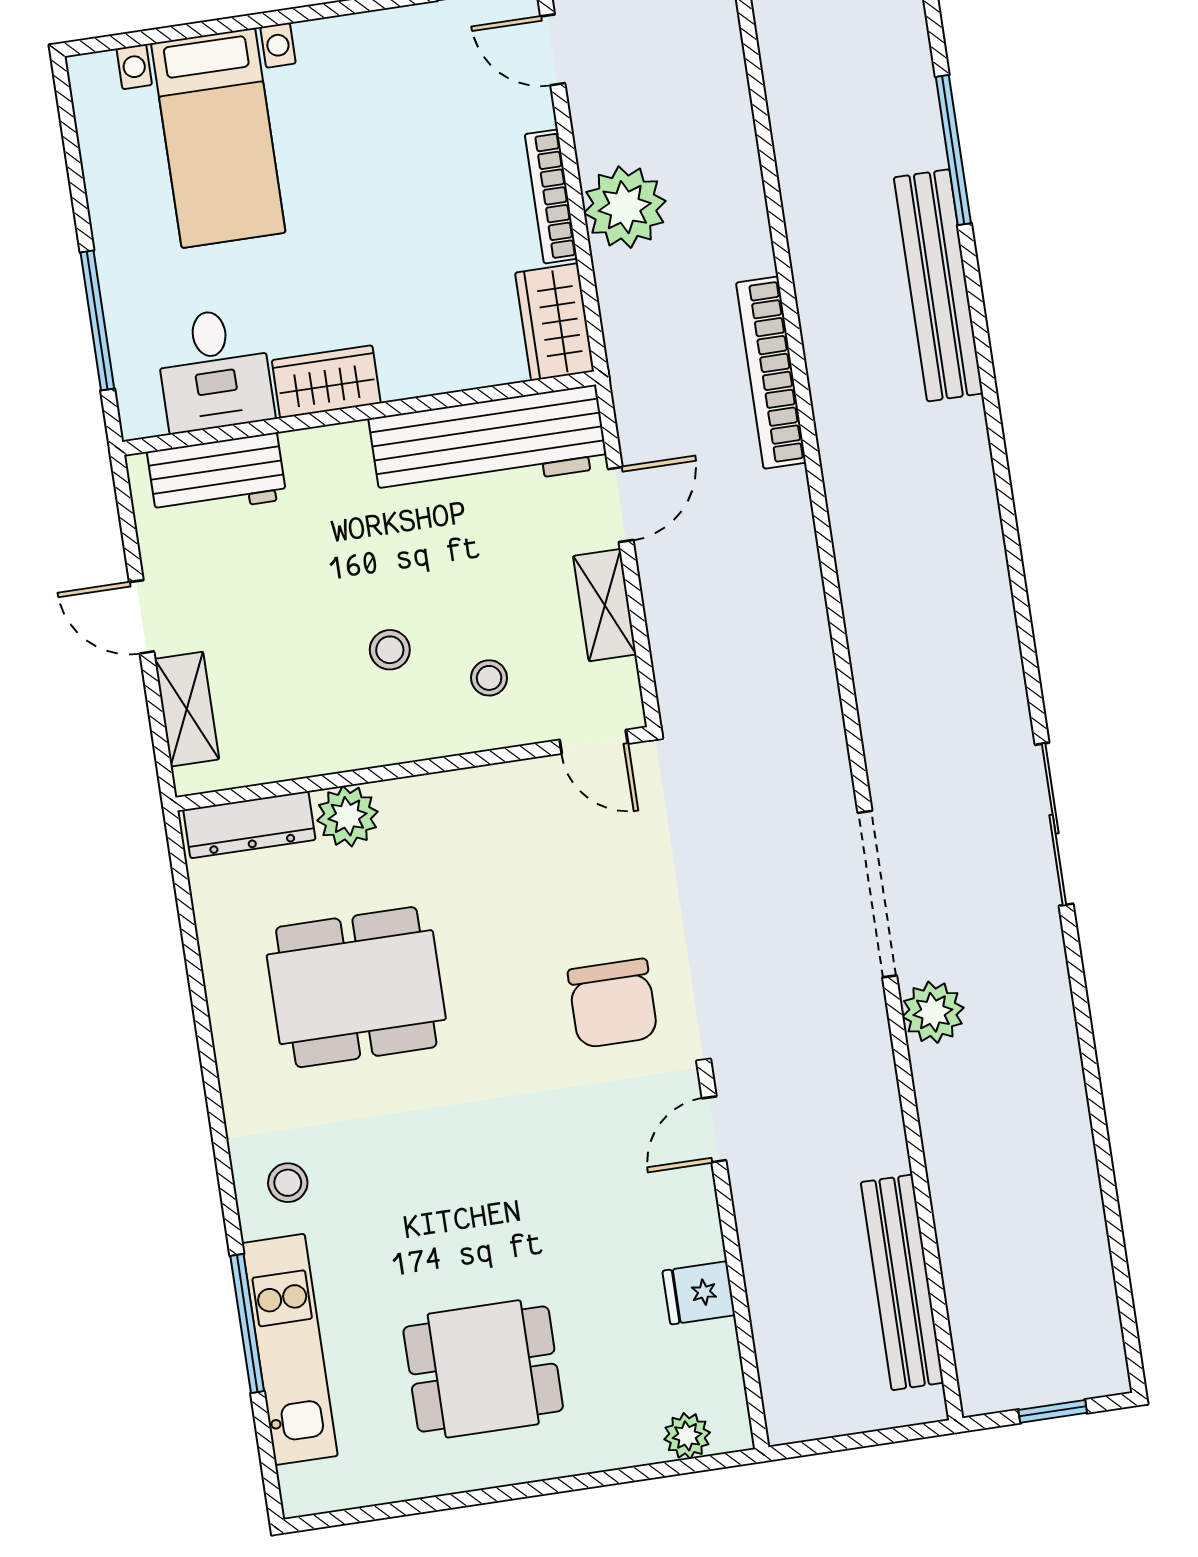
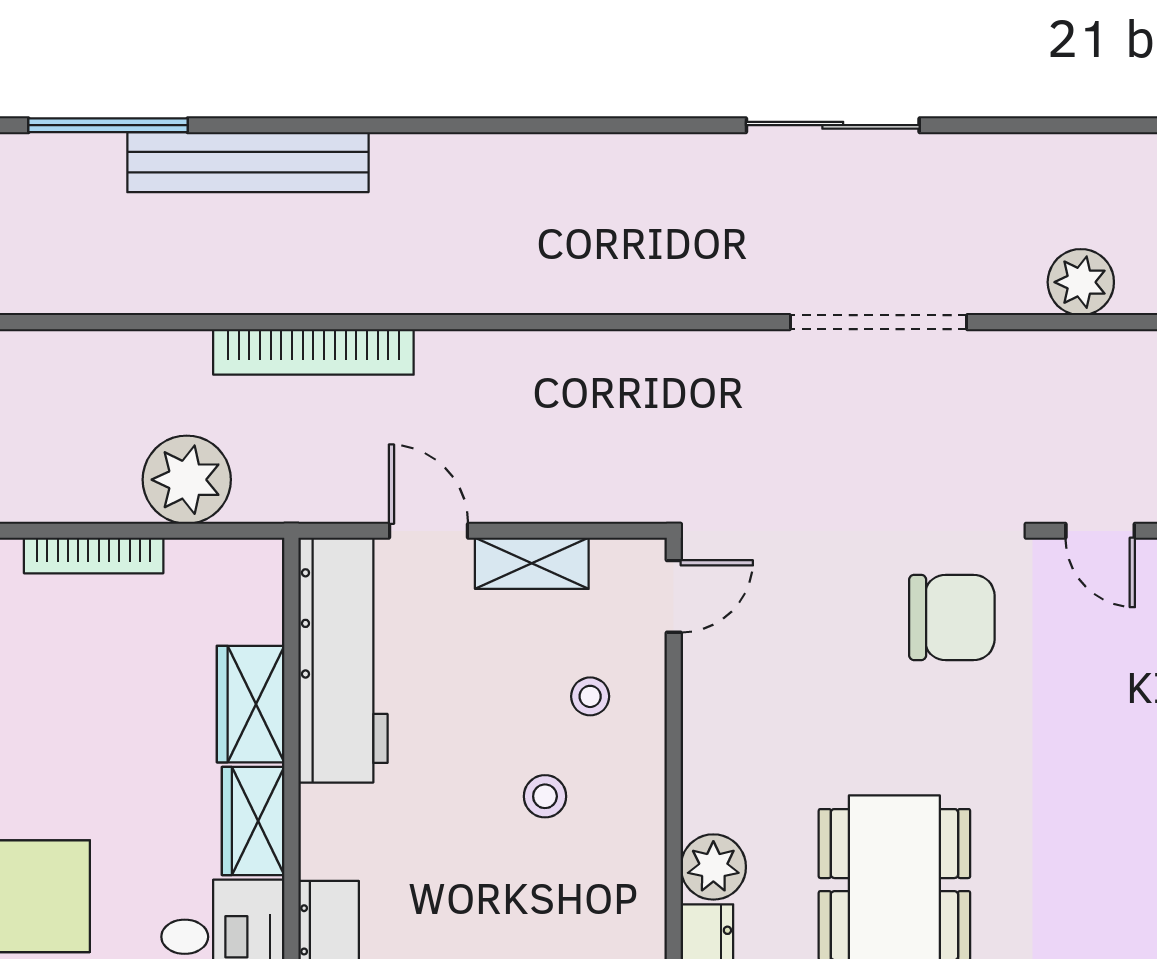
plant: (625, 207) -> (187, 480), moved
wardrobe: (555, 322) -> (251, 704), moved, turned 90
plant: (933, 1012) -> (1081, 282), moved

